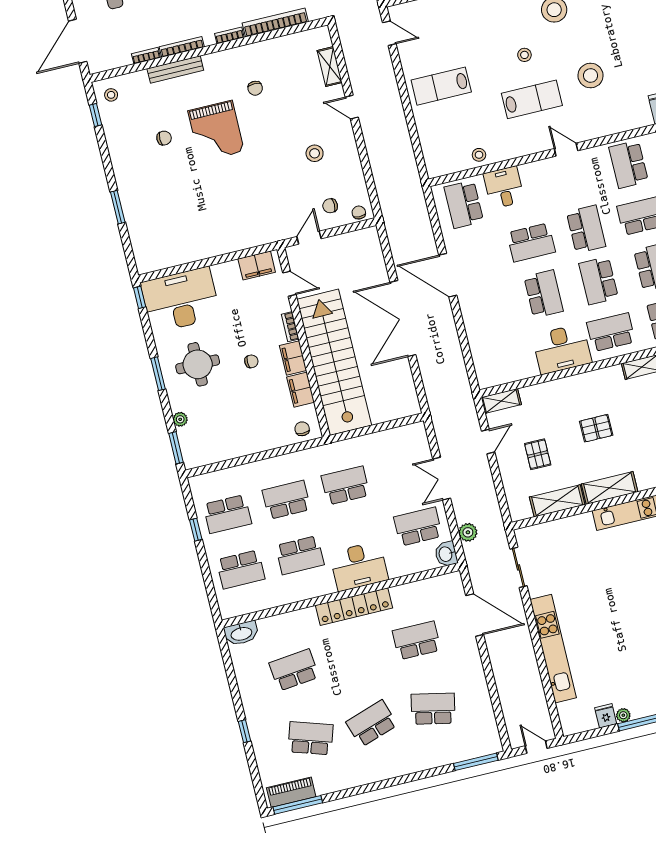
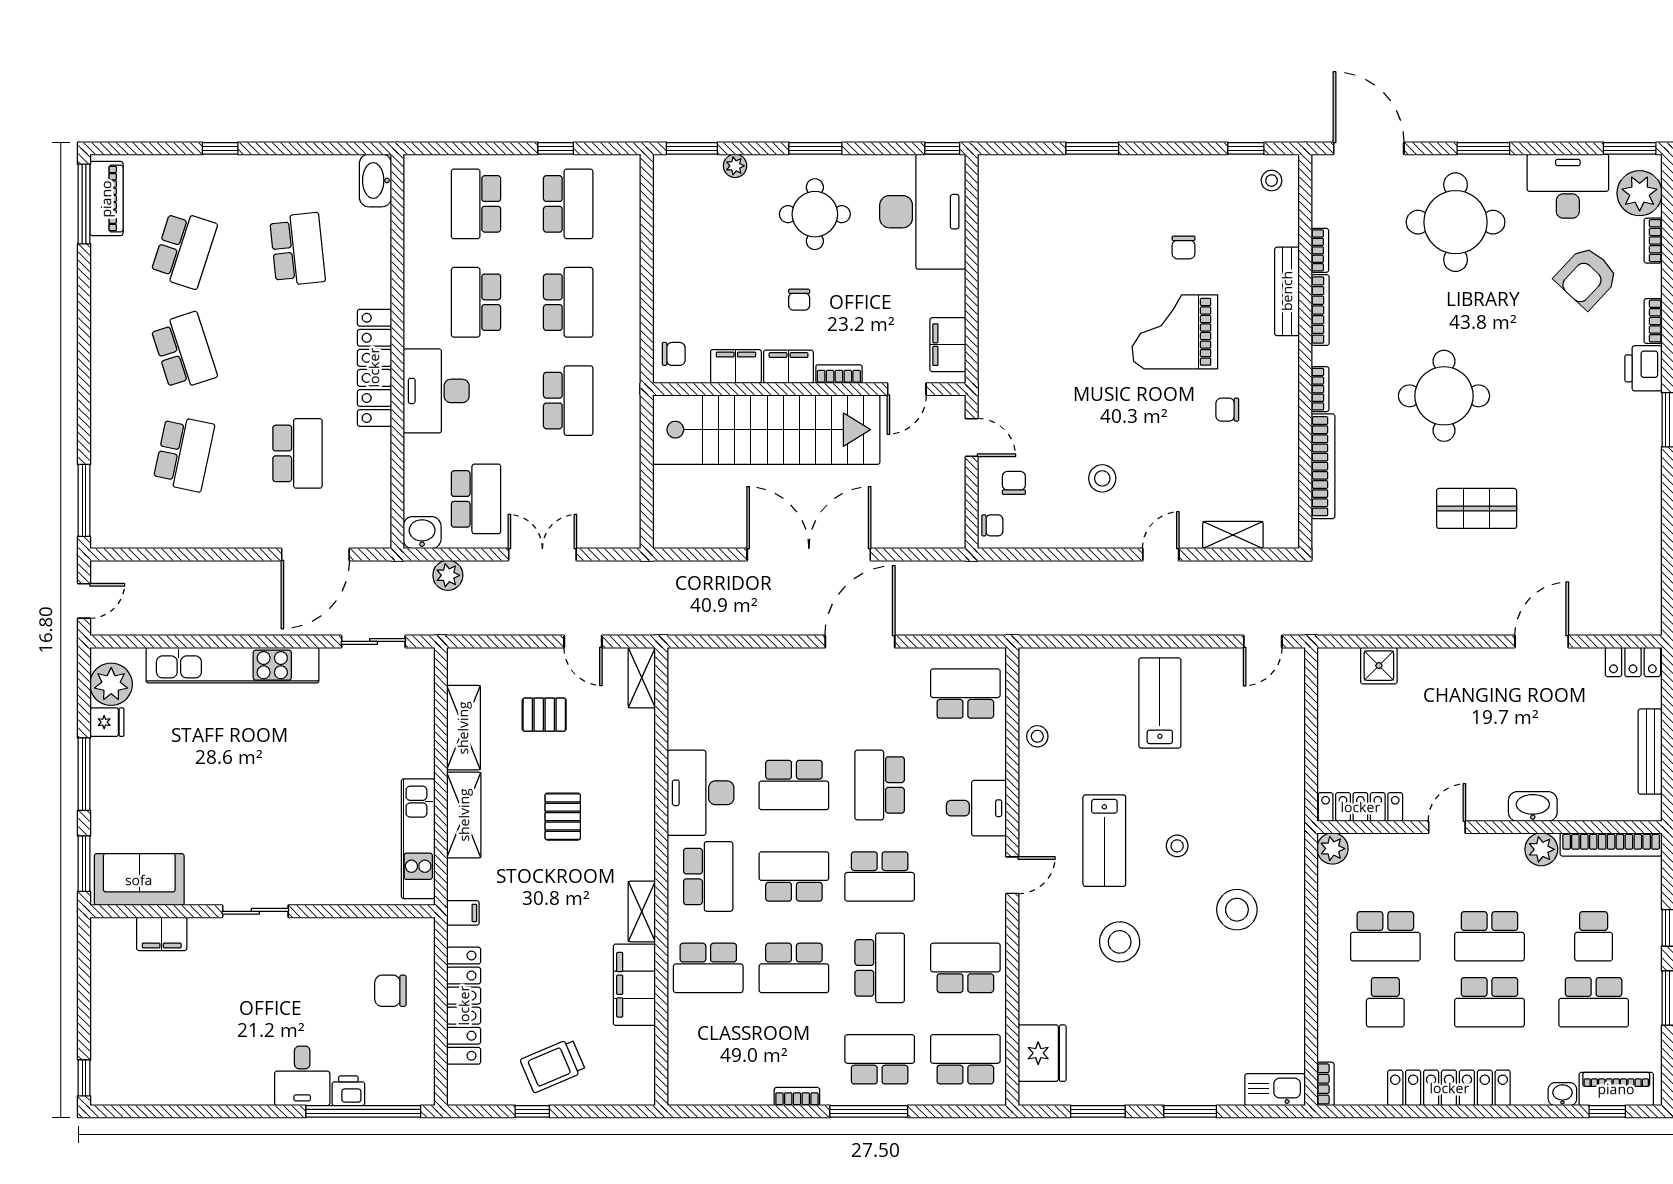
desk: (504, 187) -> (976, 808), moved
school desk: (227, 514) -> (568, 204), turned 180
plant: (623, 715) -> (111, 684), moved, width x1.88, depth x1.88

